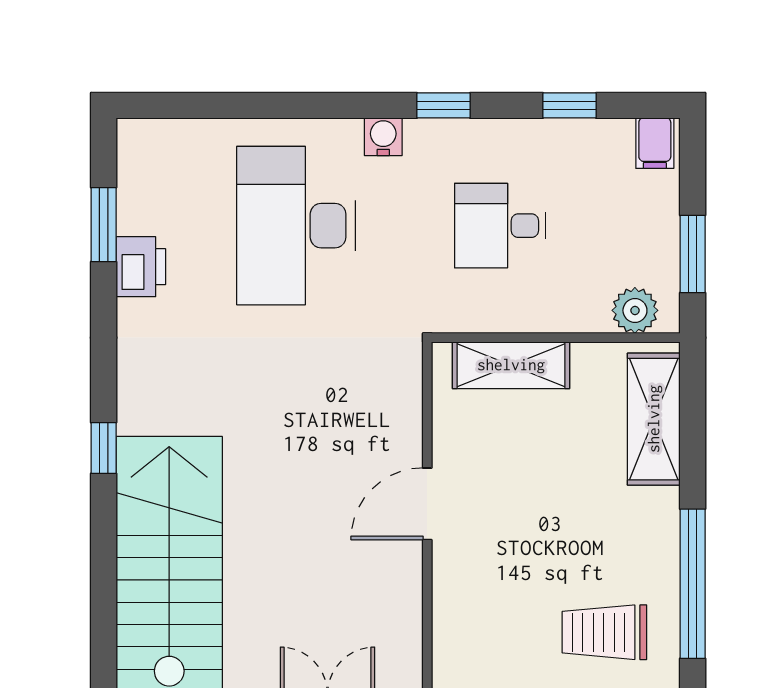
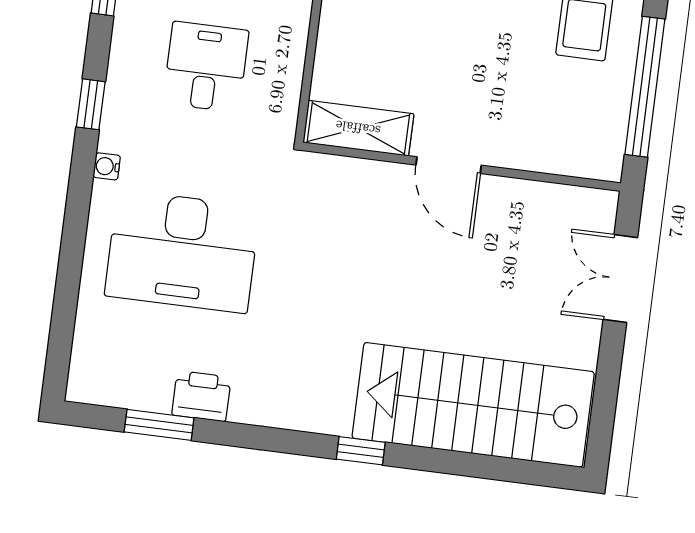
water cooler: (383, 137) -> (107, 166), width x0.72, depth x0.72
desk: (500, 226) -> (206, 67), turned 180
shelving: (511, 365) -> (358, 128), moved, turned 90

